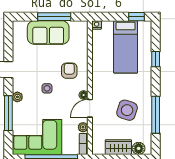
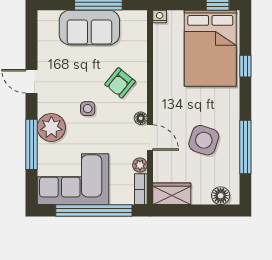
bed: (126, 47) -> (210, 48), width x1.50
armchair: (69, 71) -> (120, 83), turned -141
plant: (17, 97) -> (51, 127), width x1.88, depth x1.88
door: (90, 108) -> (150, 137), swing flipped
wardrobe: (118, 147) -> (172, 194), moved

